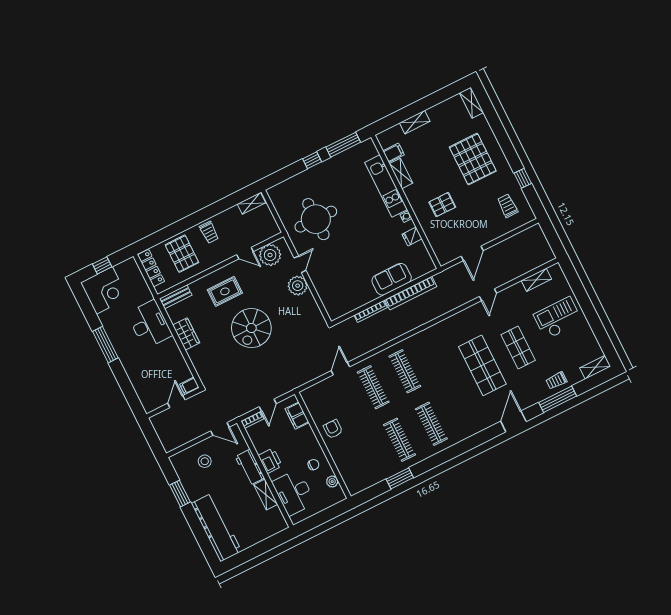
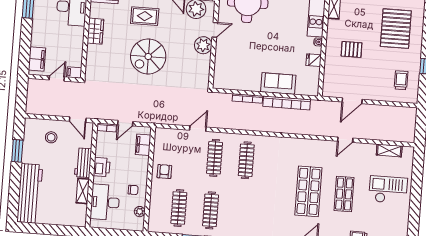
filing cabinet: (146, 394) -> (37, 59), added
clothes rail: (431, 424) -> (179, 208), moved

